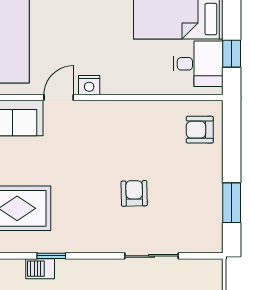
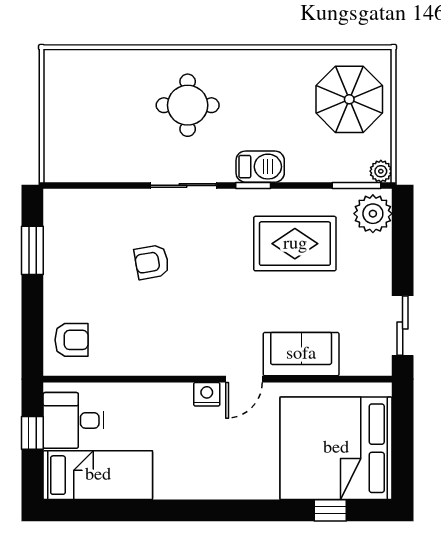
armchair: (134, 193) -> (152, 262), turned 81
sliding door: (152, 256) -> (183, 185), moved
barbecue: (40, 269) -> (260, 167), width x1.38, depth x1.27

